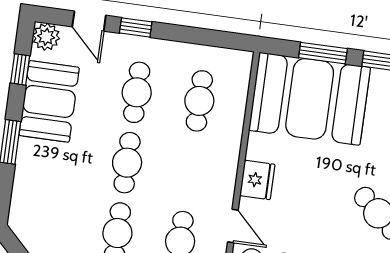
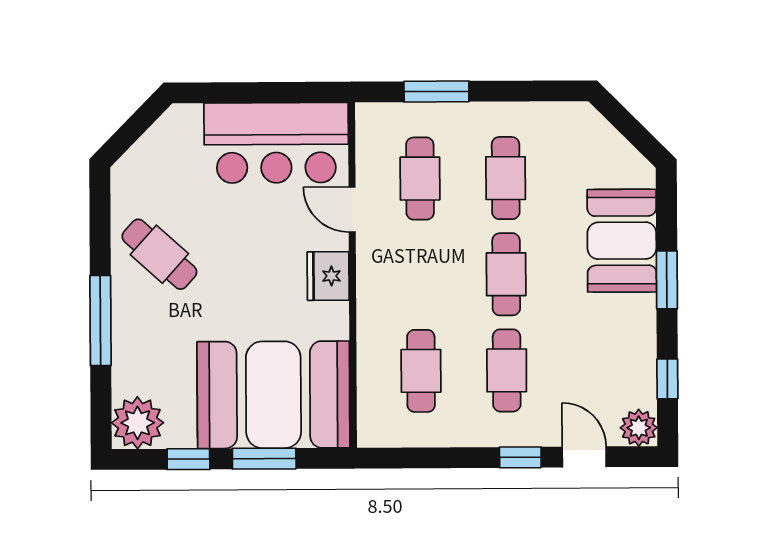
booth: (49, 101) -> (622, 241), moved

